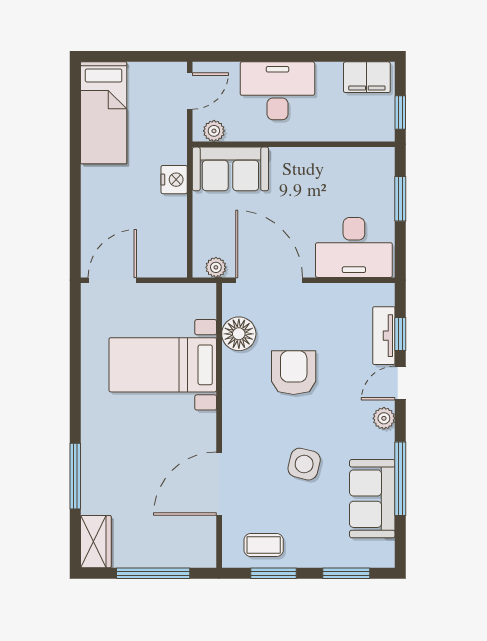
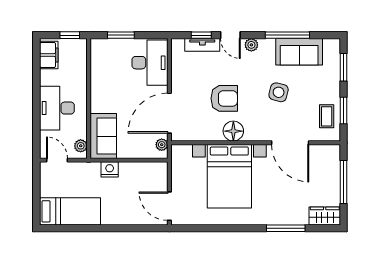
floor lamp: (239, 334) -> (233, 131), moved
bed with nightstands: (163, 365) -> (229, 176), width x1.36
armchair: (294, 373) -> (224, 98), turned 180

